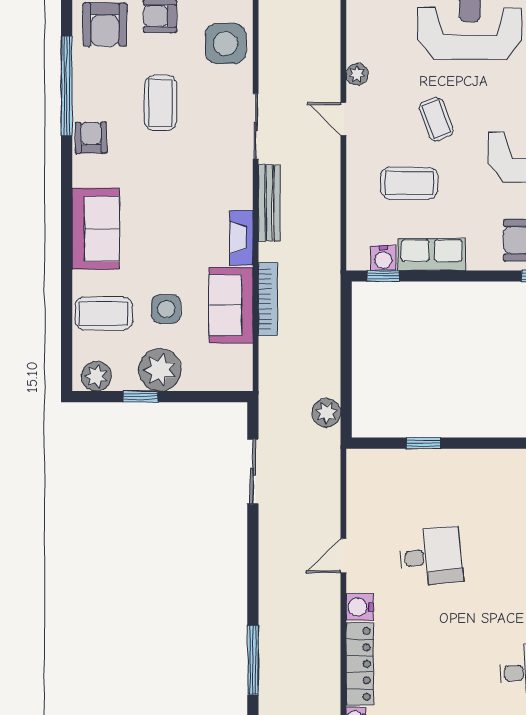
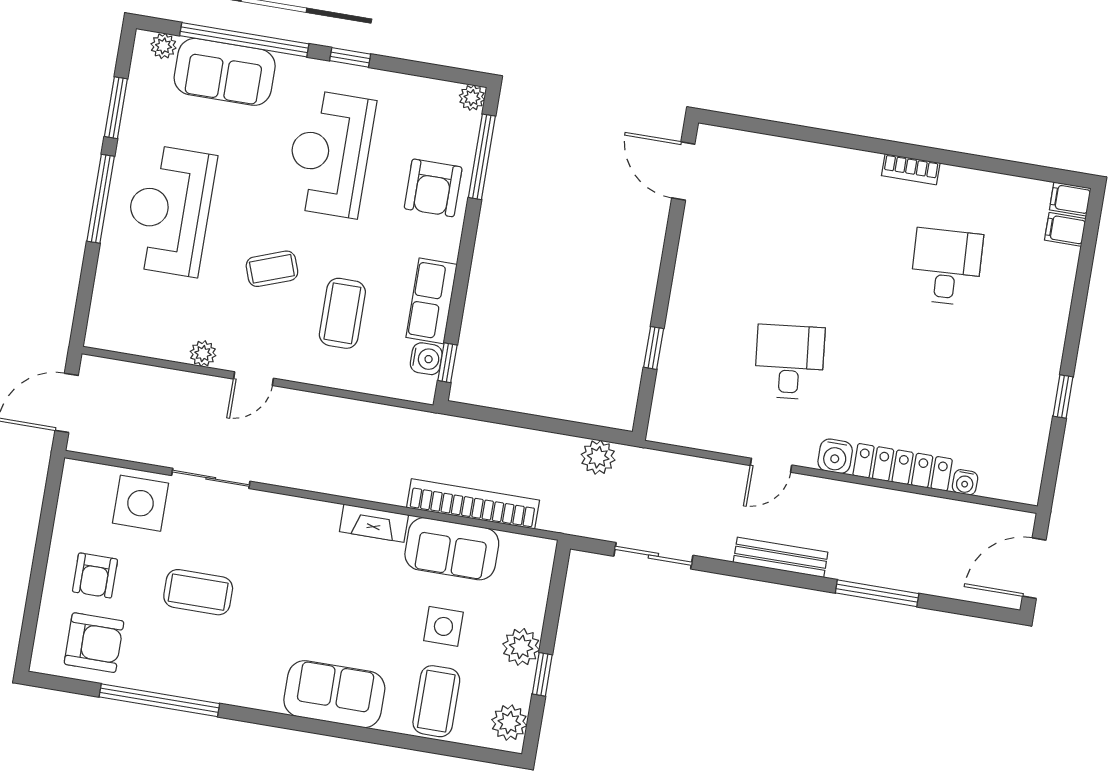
sliding door: (256, 126) -> (211, 478), moved
armchair: (91, 138) -> (226, 682), removed
bench: (269, 203) -> (781, 557), moved
bookcase: (268, 299) -> (473, 504), width x1.48, depth x1.31
plant: (160, 370) -> (521, 647), width x0.73, depth x0.73
door: (343, 556) -> (771, 465), hinge flipped

